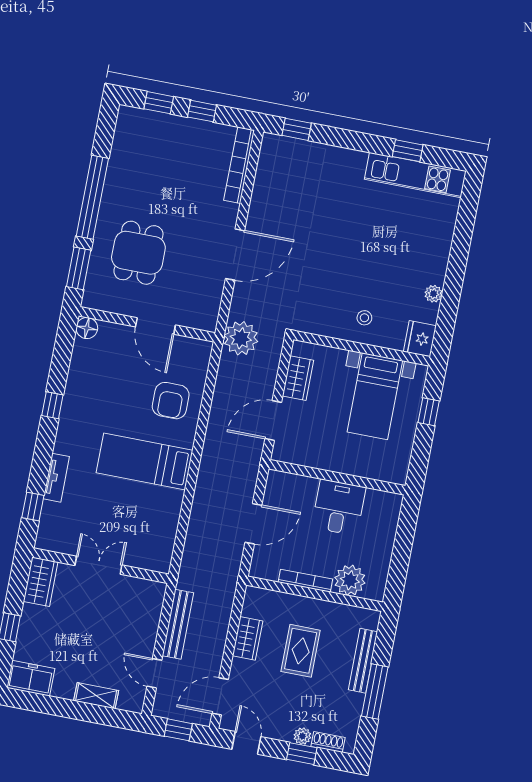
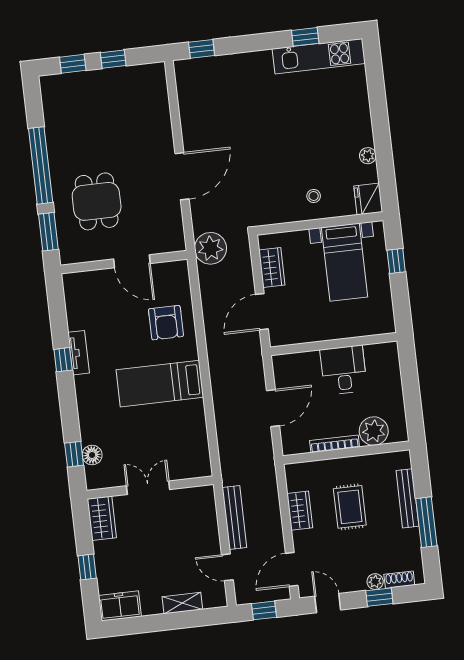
bookcase: (239, 165) -> (161, 96), removed
floor lamp: (87, 328) -> (92, 455), moved
tv unit: (56, 478) -> (79, 353), moved

